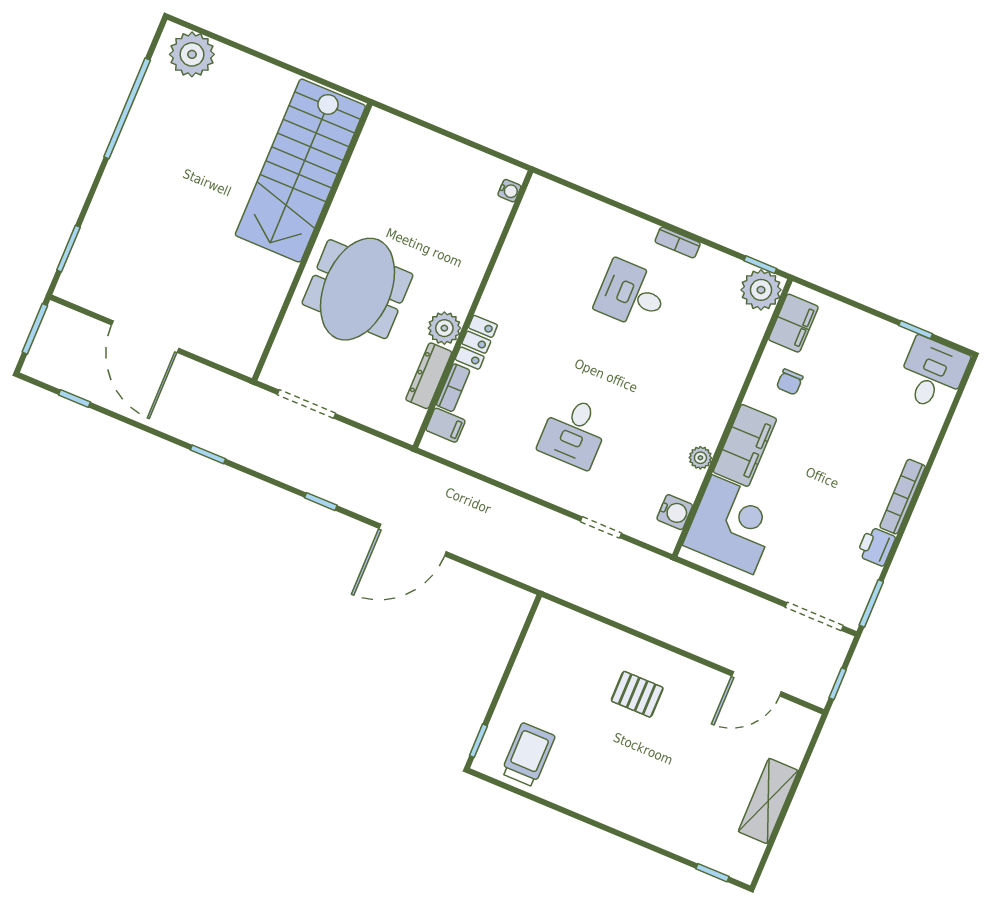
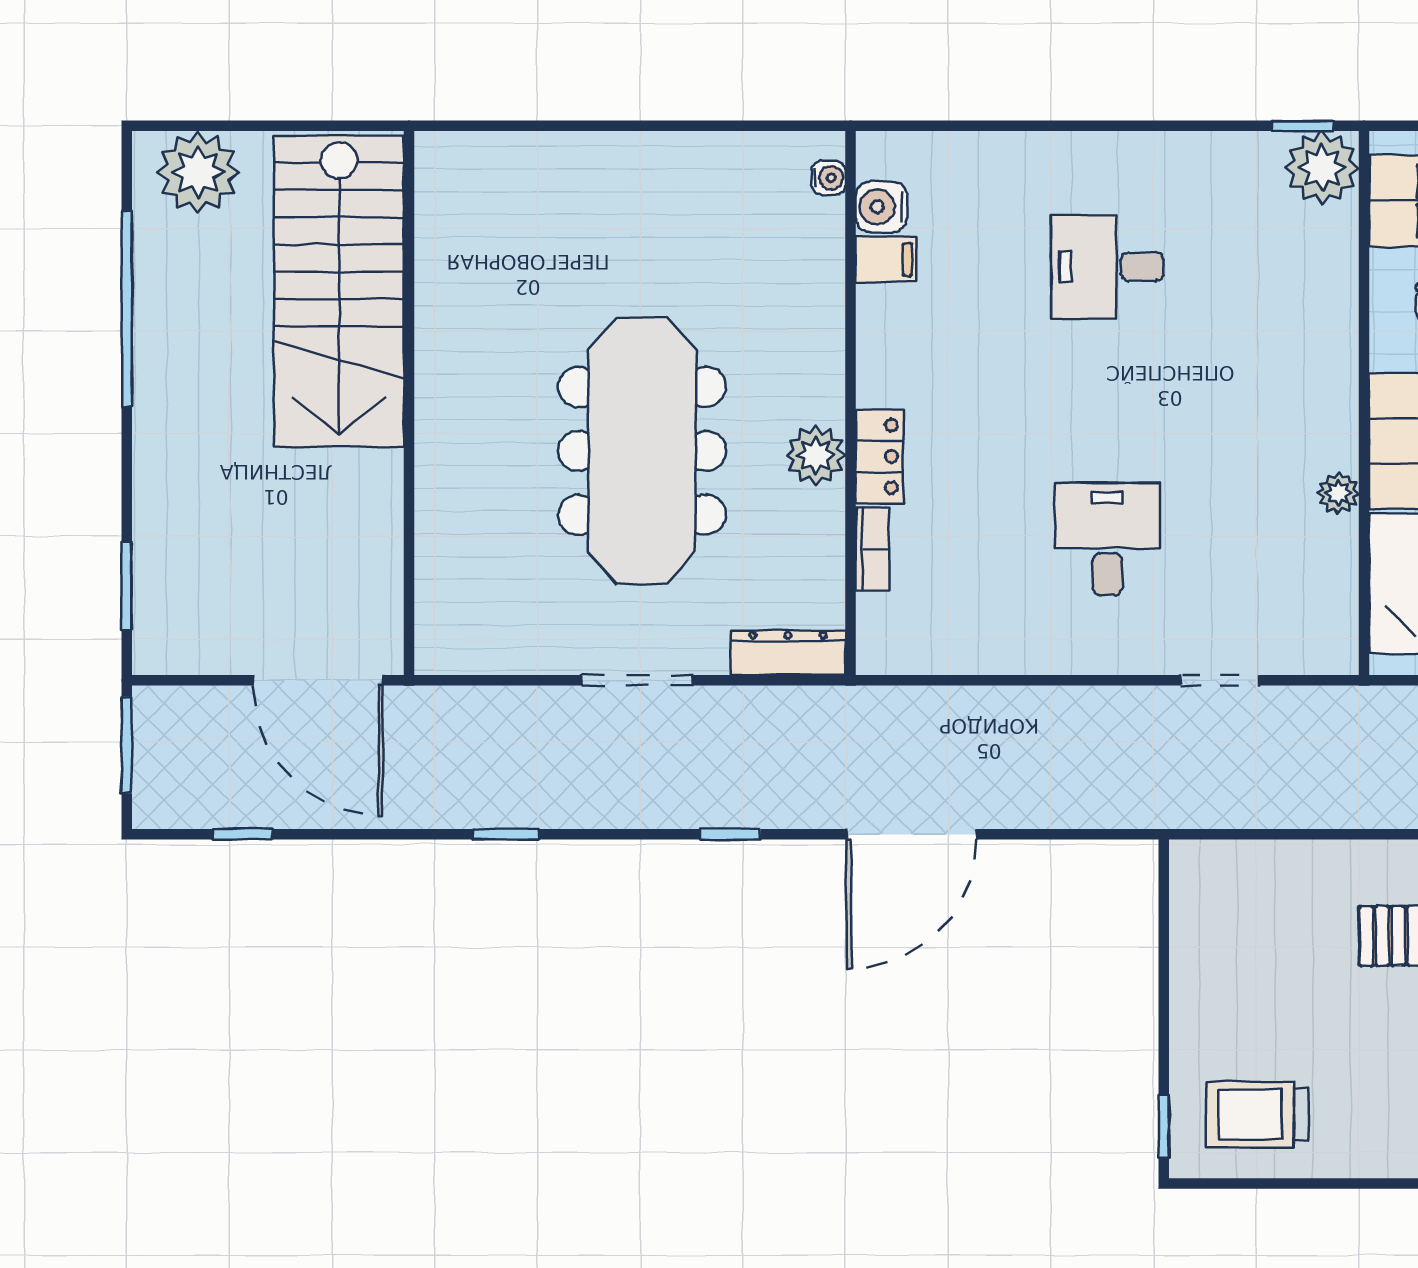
stairs: (300, 171) -> (339, 291), moved
wall: (312, 242) -> (409, 403), moved
bookcase: (678, 242) -> (1148, 147), removed
meeting table: (357, 289) -> (642, 451), width x1.36
dresser: (429, 376) -> (788, 653), moved, turned 90
filing cabinet: (446, 425) -> (886, 259), moved
desk: (574, 432) -> (1107, 539), turned 180
water cooler: (675, 512) -> (881, 207), moved, turned 180
trolley: (528, 755) -> (1257, 1115), turned -90

